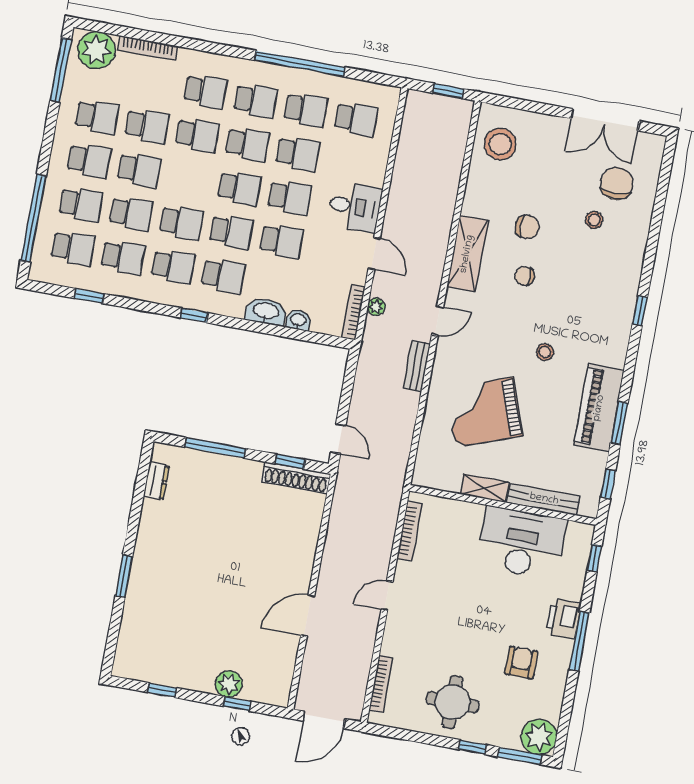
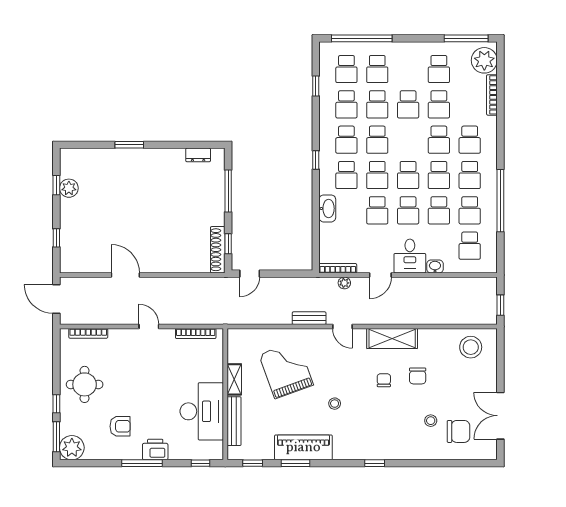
school desk: (89, 161) -> (408, 69), removed
washbasin: (298, 320) -> (435, 266), moved, turned -90
plant: (229, 684) -> (69, 188), moved

